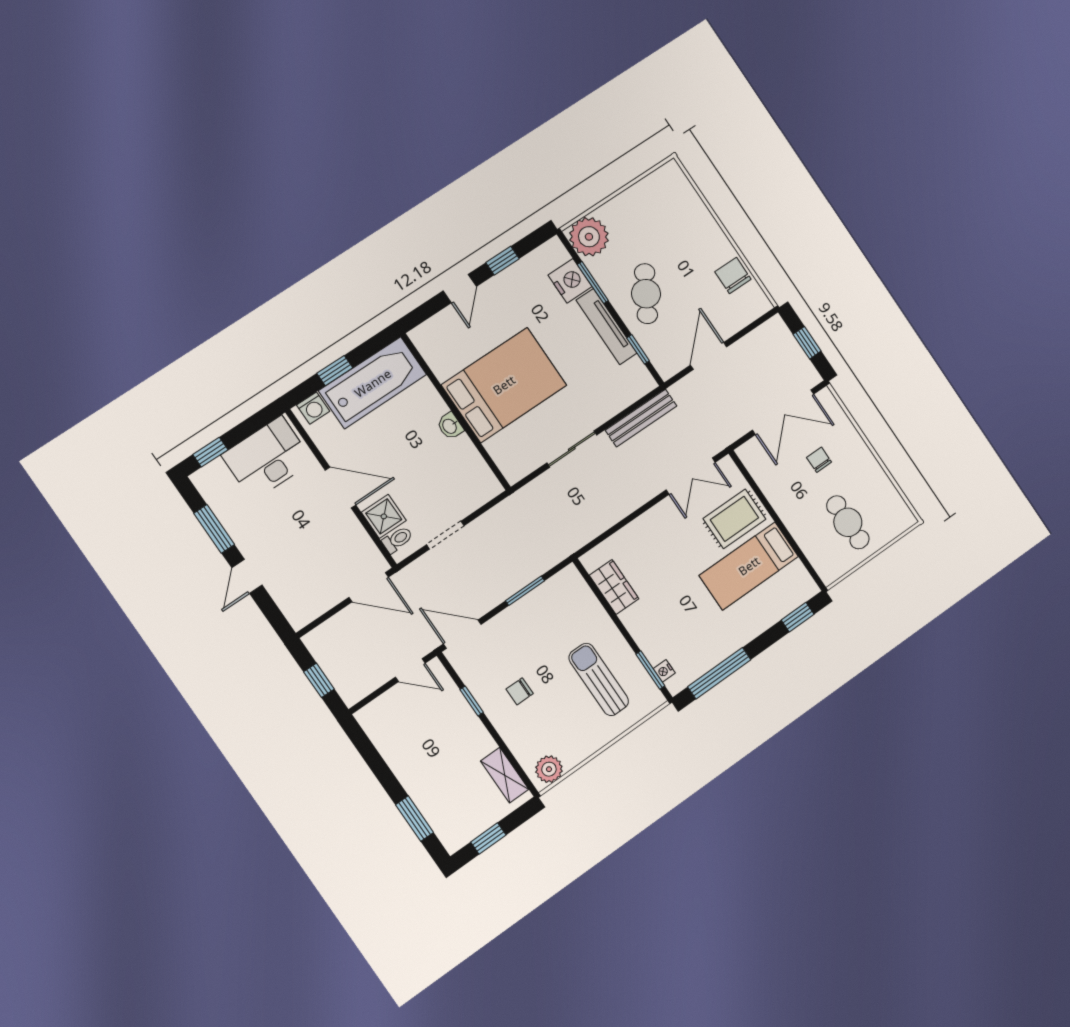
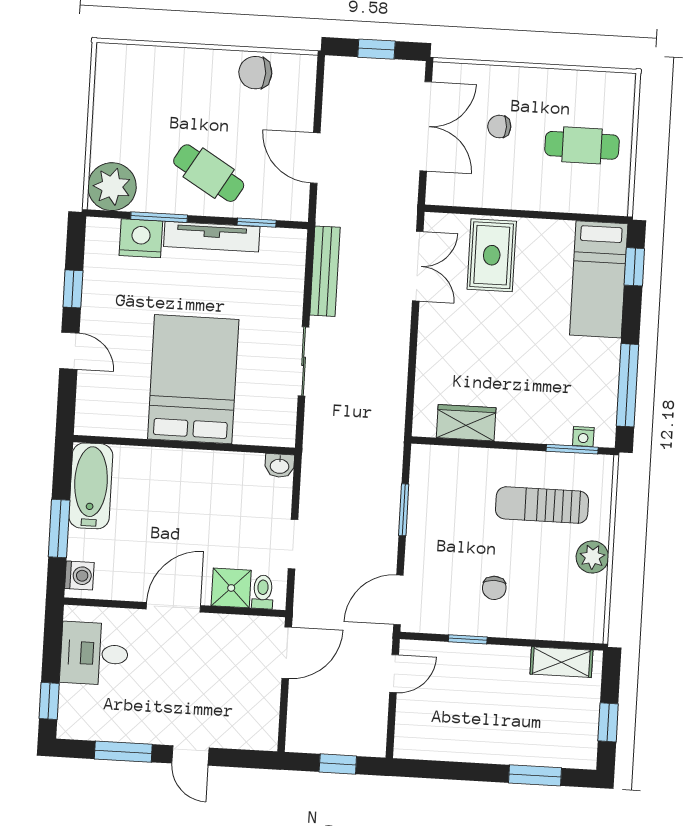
window: (335, 371) -> (59, 528), width x1.50
bathtub: (373, 383) -> (91, 486), width x0.73, depth x0.73
washbasin: (450, 426) -> (280, 466), moved
desk: (267, 458) -> (94, 654), width x0.73
bed: (749, 566) -> (599, 279), moved
plant: (549, 769) -> (592, 557), moved

